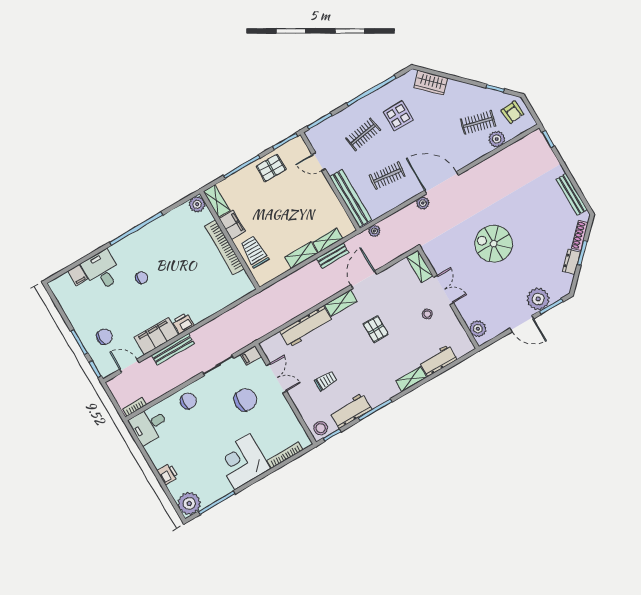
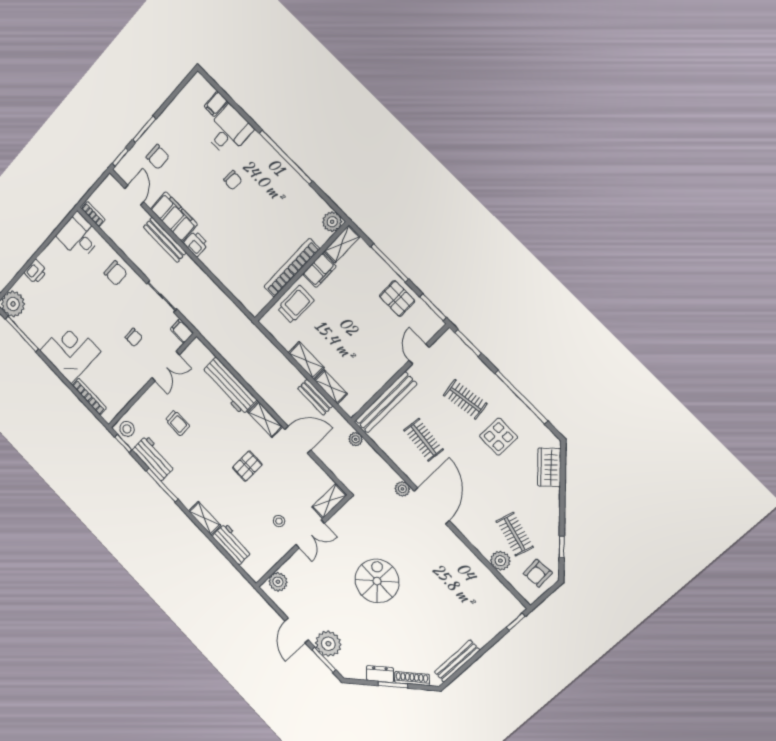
chair: (245, 400) -> (134, 337), width x0.54, depth x0.54

